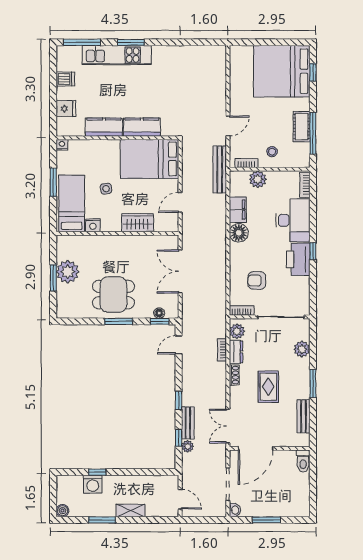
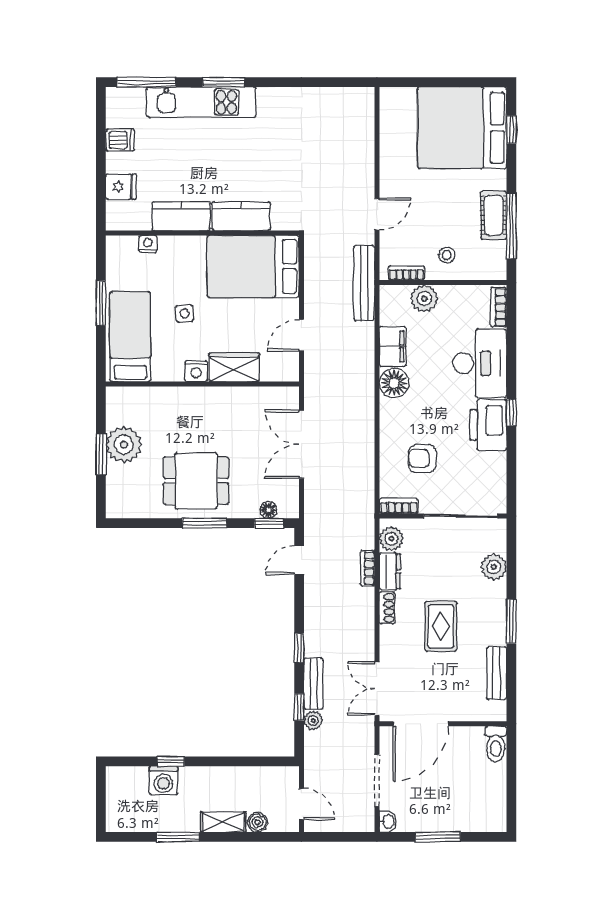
nightstand: (62, 145) -> (148, 244), moved
nightstand: (93, 225) -> (196, 371), moved
boiler: (62, 511) -> (258, 822), moved

